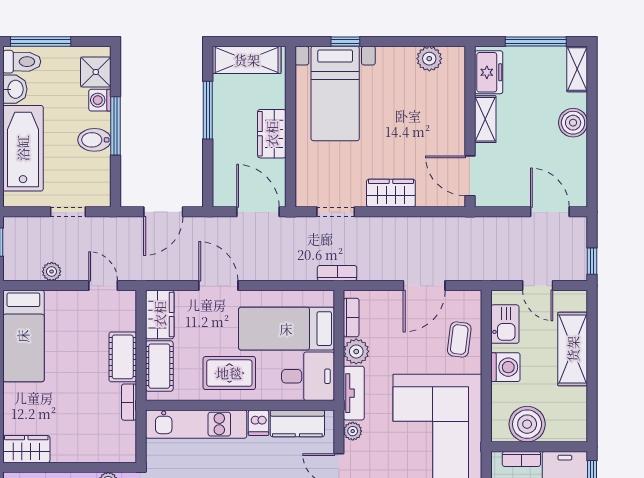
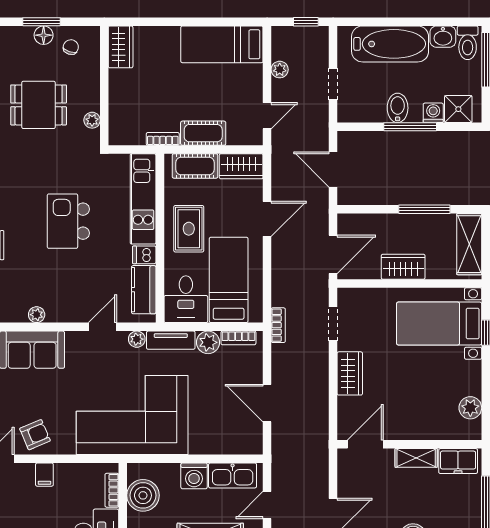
kitchen sink: (505, 324) -> (233, 475), width x1.38
coffee table: (459, 340) -> (219, 435), removed

